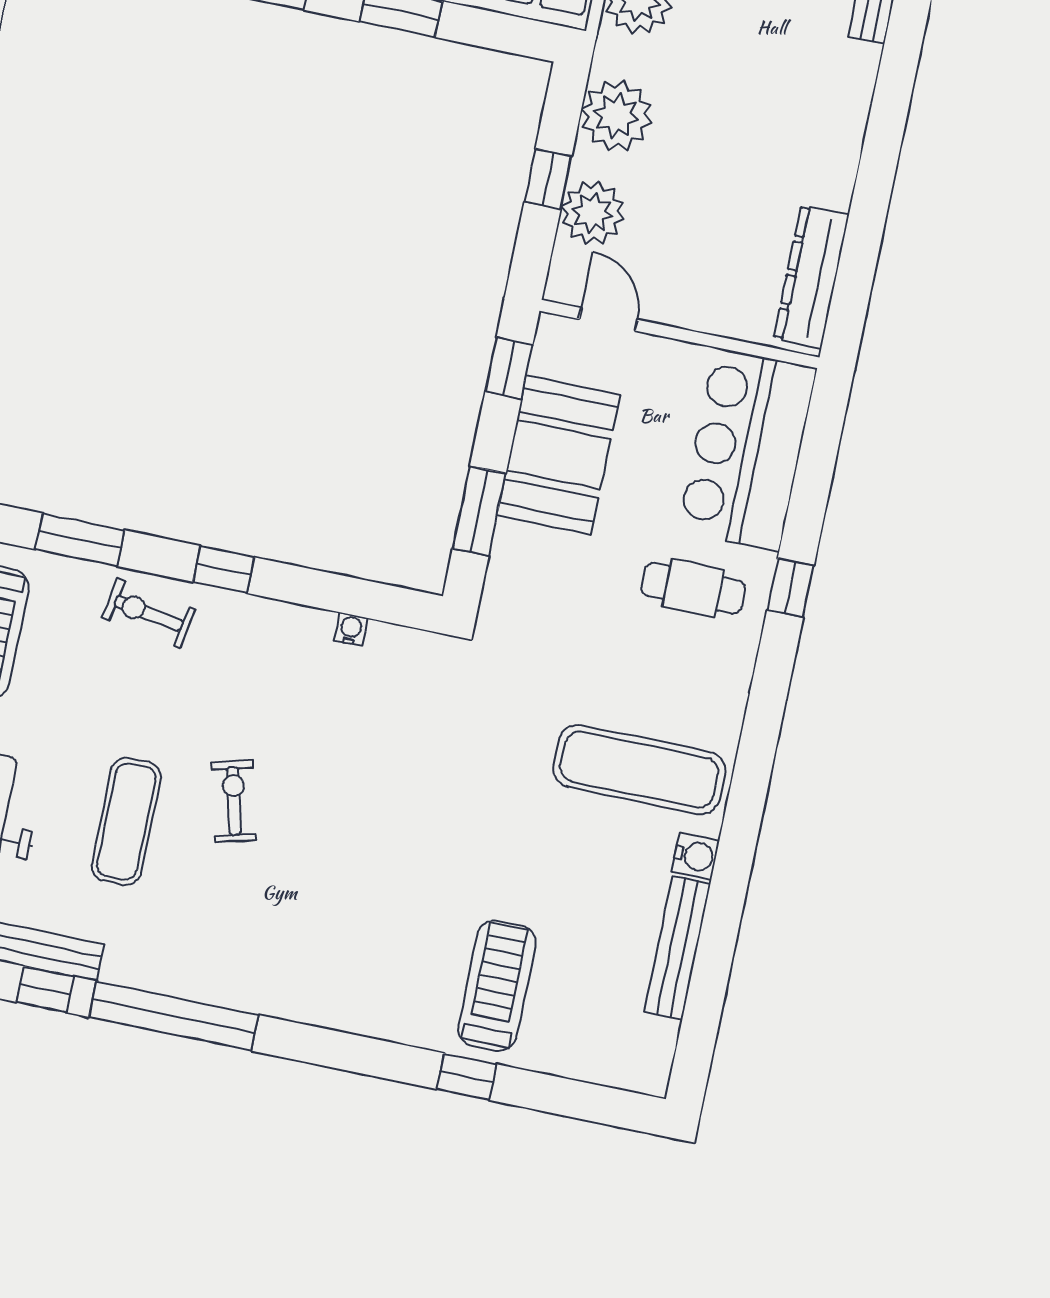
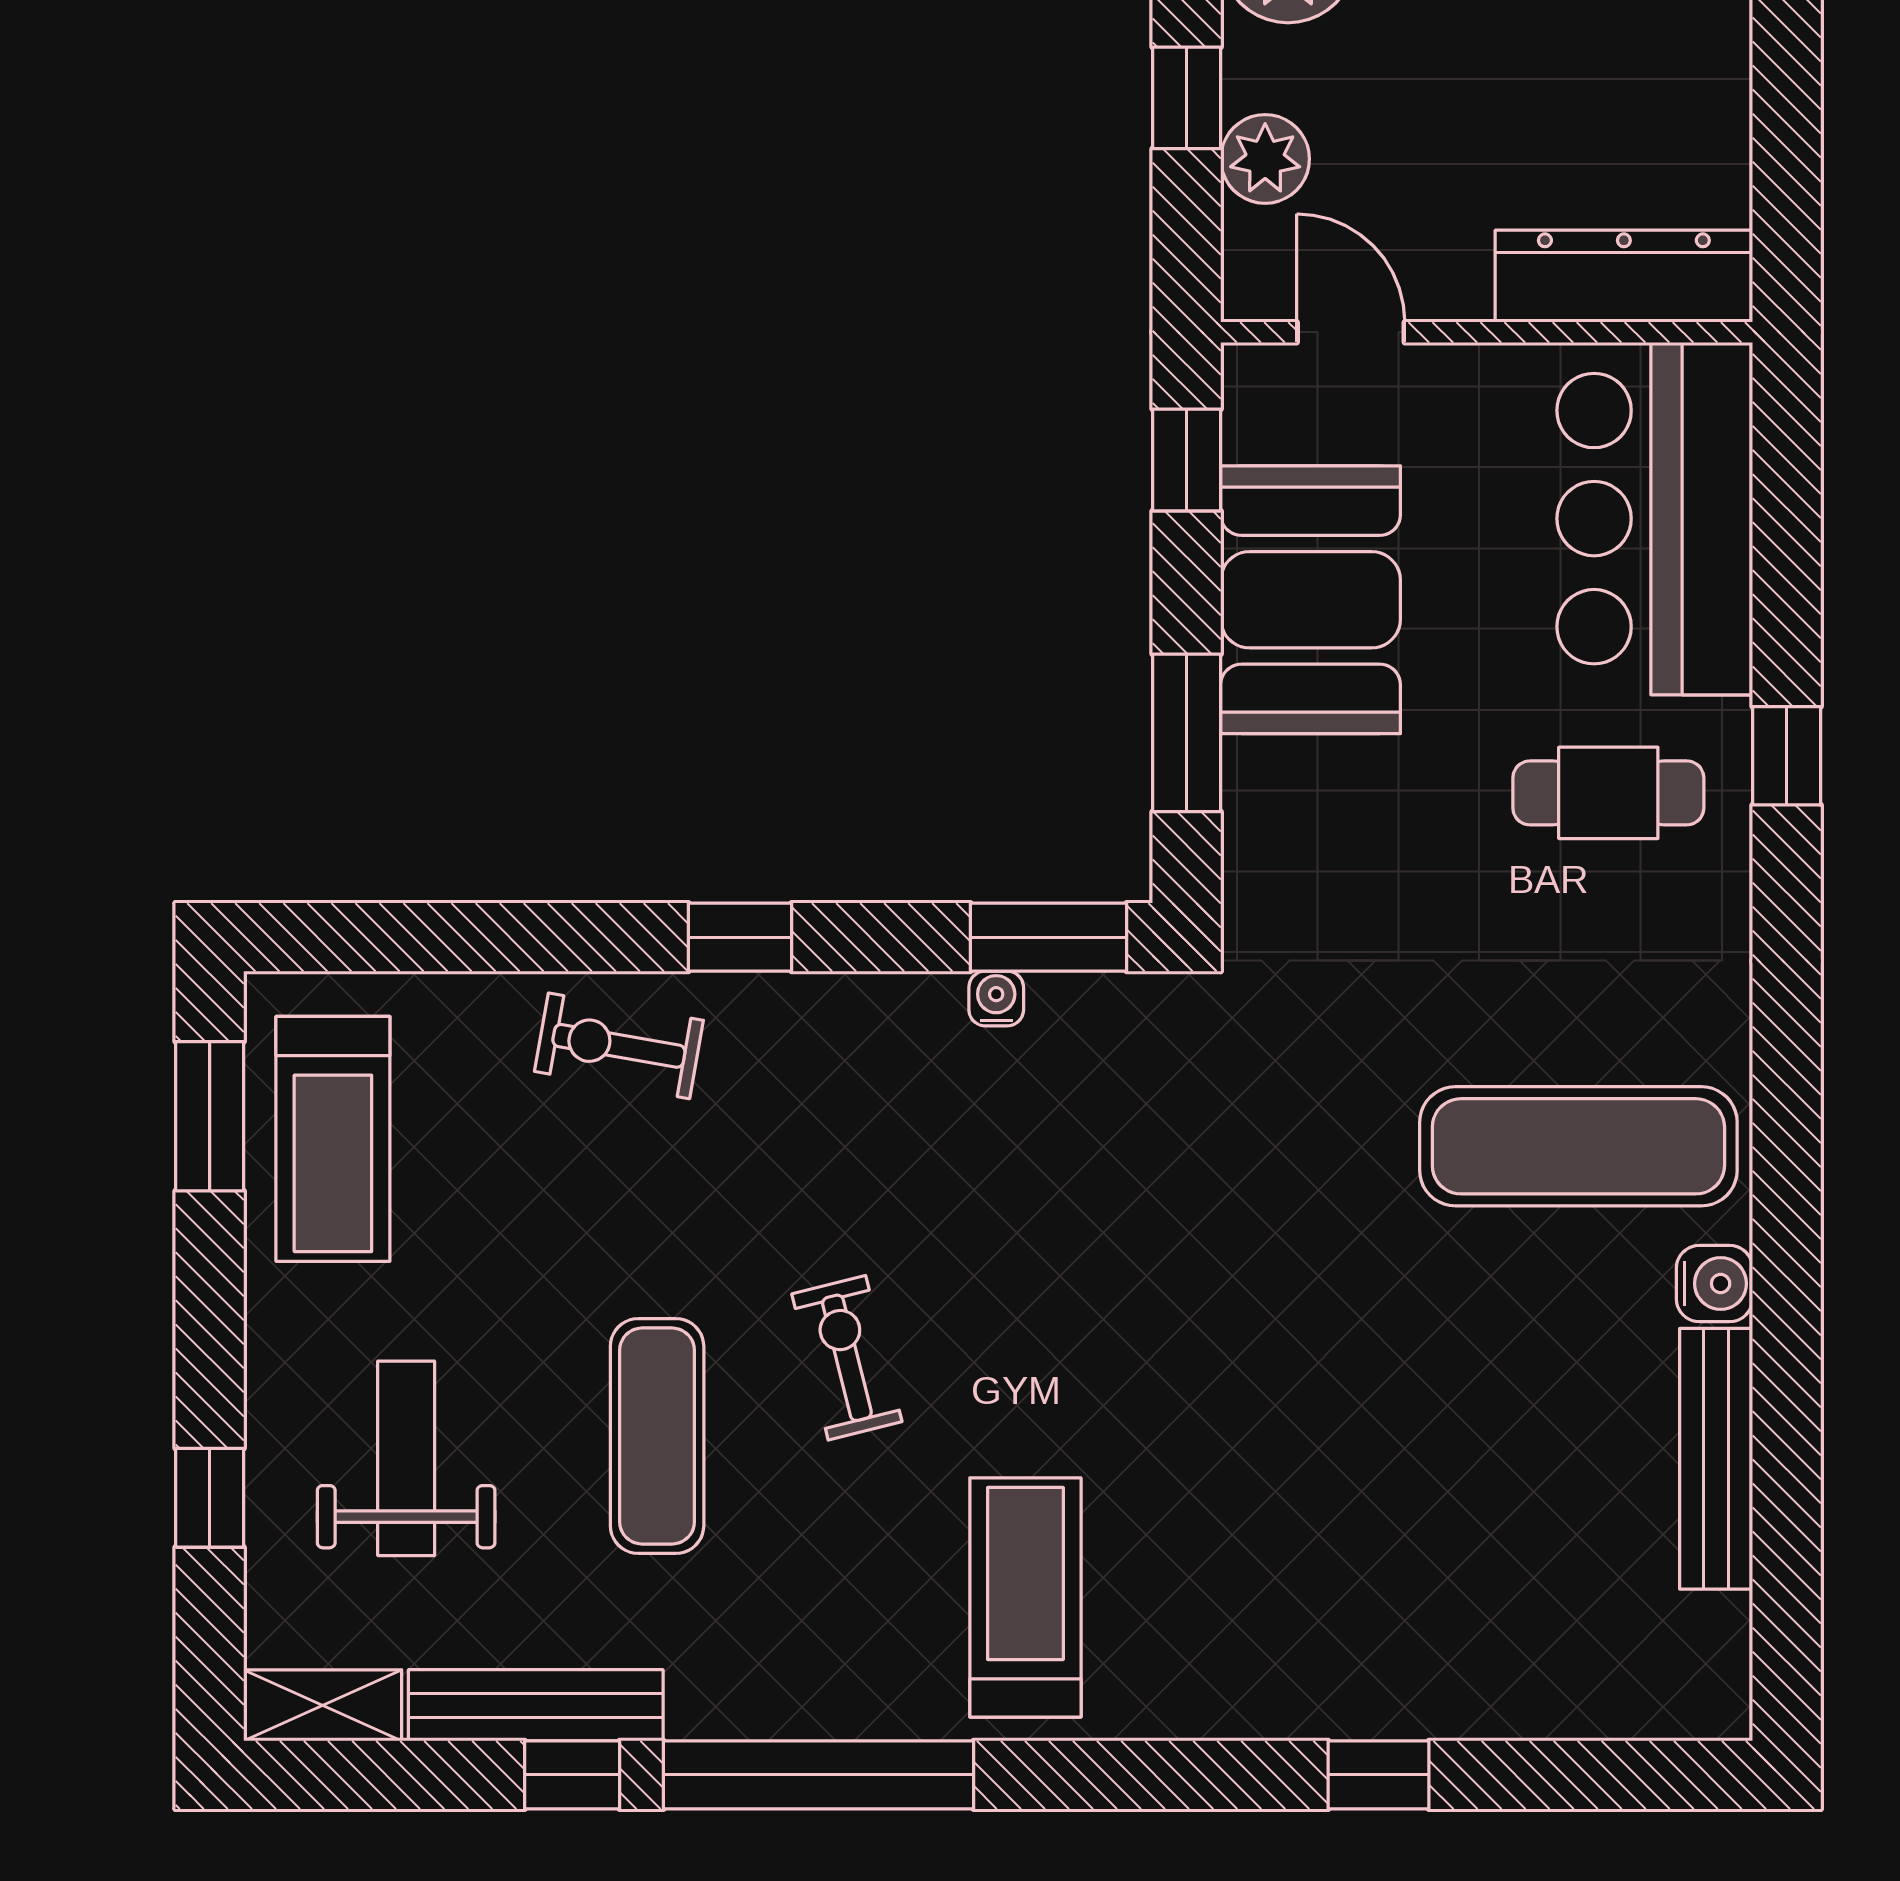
plant: (593, 213) -> (1265, 159), width x0.73, depth x0.73
dresser: (811, 277) -> (1624, 276), moved, turned 90
window: (80, 540) -> (1048, 937), moved
treadmill: (497, 986) -> (1025, 1597), moved

